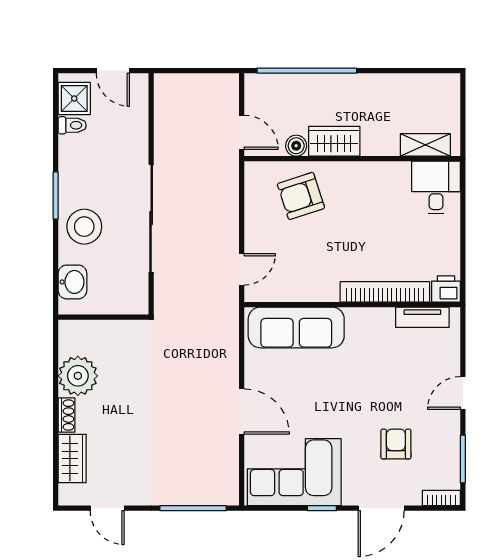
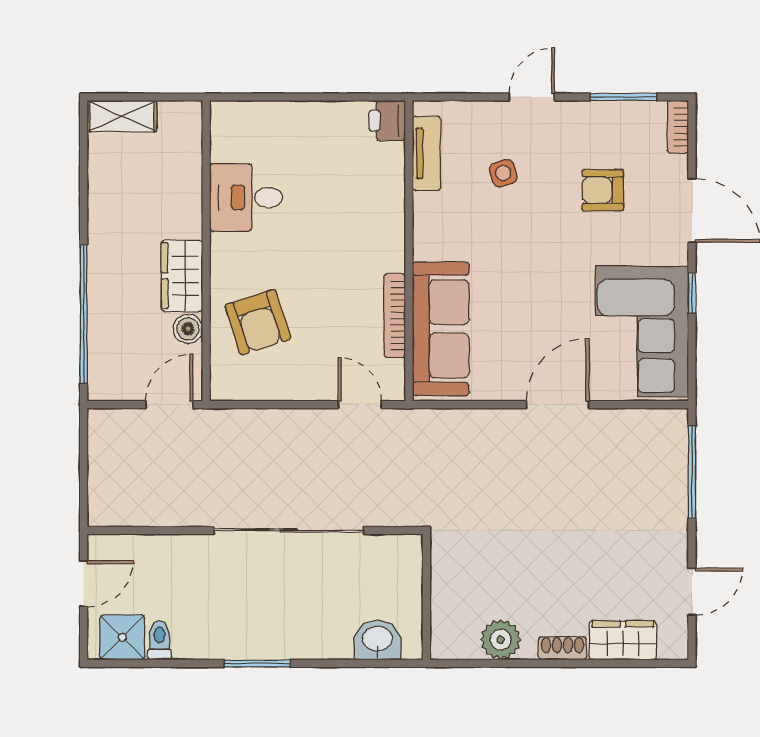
shelving: (425, 145) -> (122, 116), moved, turned 90
desk: (436, 187) -> (246, 198), moved
stool: (84, 227) -> (300, 623), removed
bookcase: (385, 292) -> (395, 316), moved, width x0.68, depth x0.76
side table: (408, 372) -> (503, 173), added
plant: (78, 376) -> (501, 640), width x0.73, depth x0.73
door: (463, 393) -> (532, 97), swing flipped

